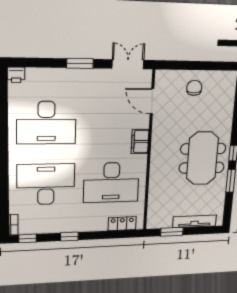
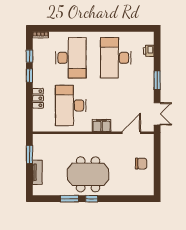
printer: (16, 75) -> (149, 51), moved
tv unit: (195, 221) -> (37, 172), width x0.71
locker: (122, 224) -> (38, 98), moved
window: (27, 238) -> (29, 56), moved

